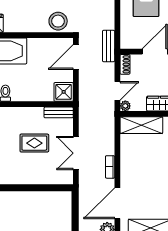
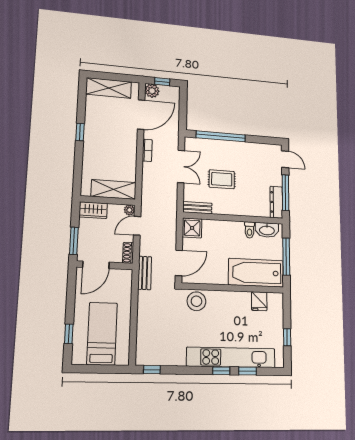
window: (36, 188) -> (221, 136), added

